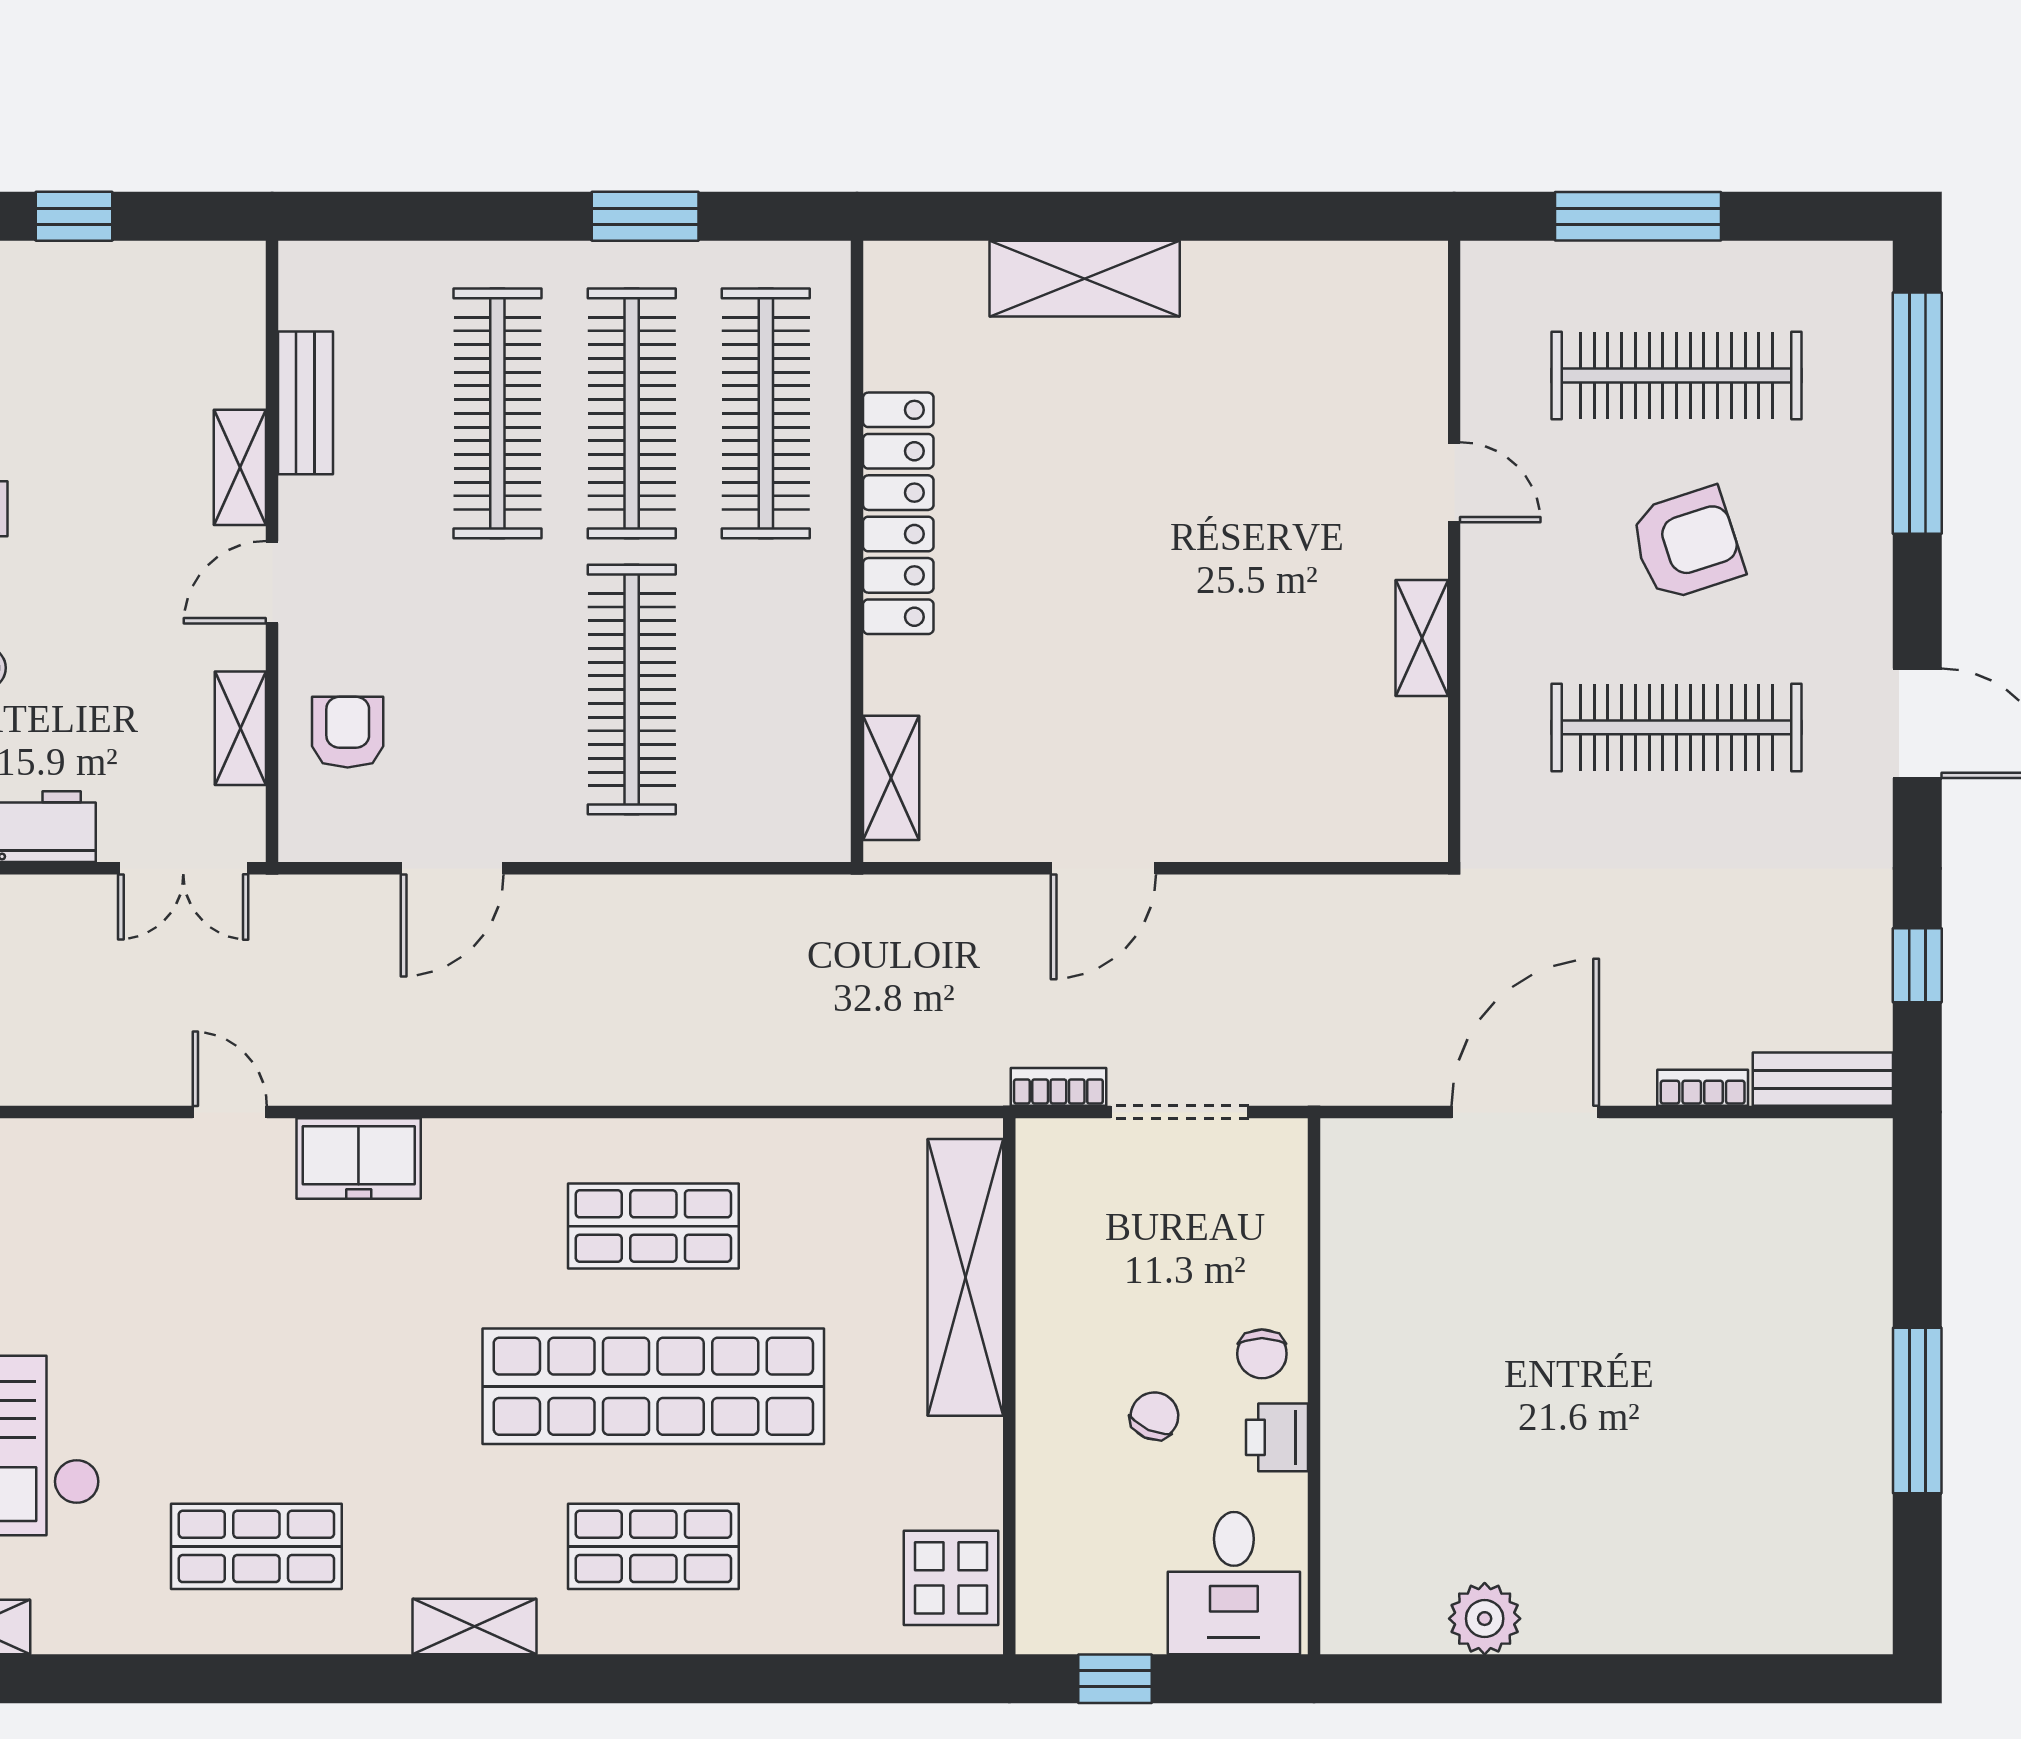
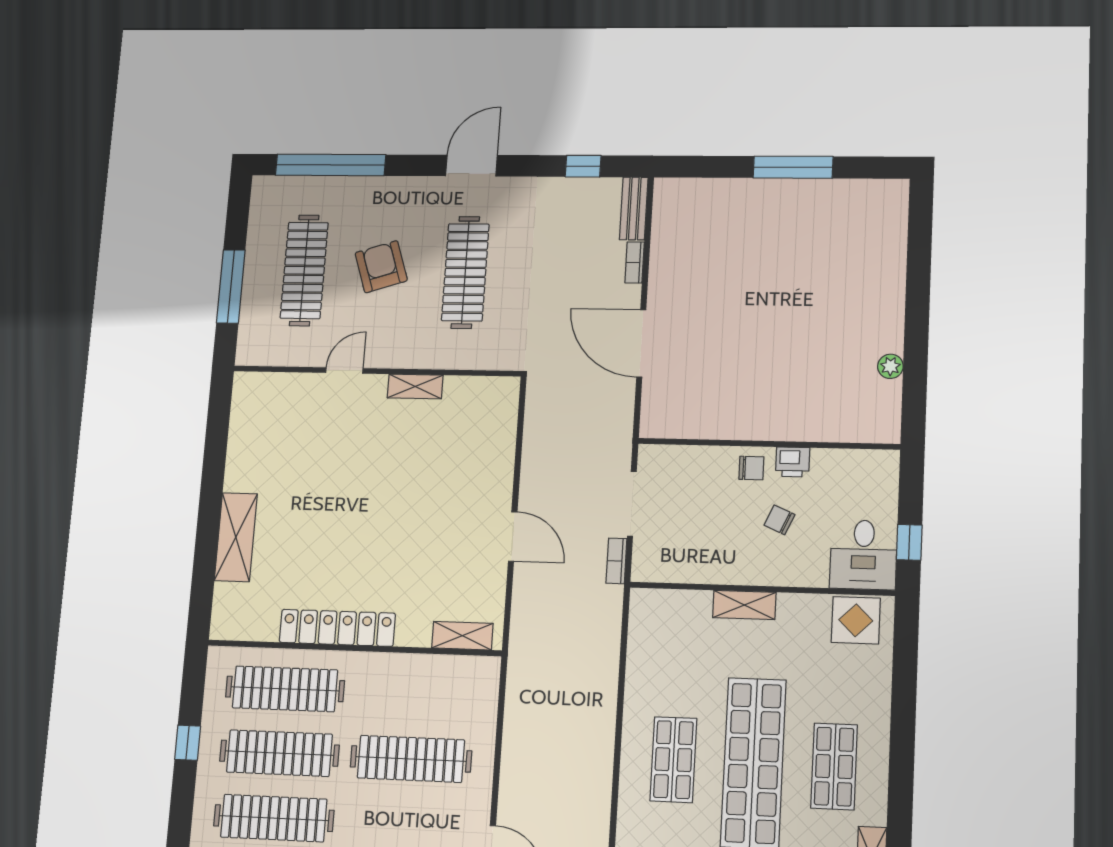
window: (645, 216) -> (188, 743), width x0.67
shelving: (965, 1277) -> (744, 605), width x0.45, depth x0.75
desk: (1234, 1583) -> (863, 555), moved, turned 90
plant: (1485, 1619) -> (890, 366), width x0.73, depth x0.73

